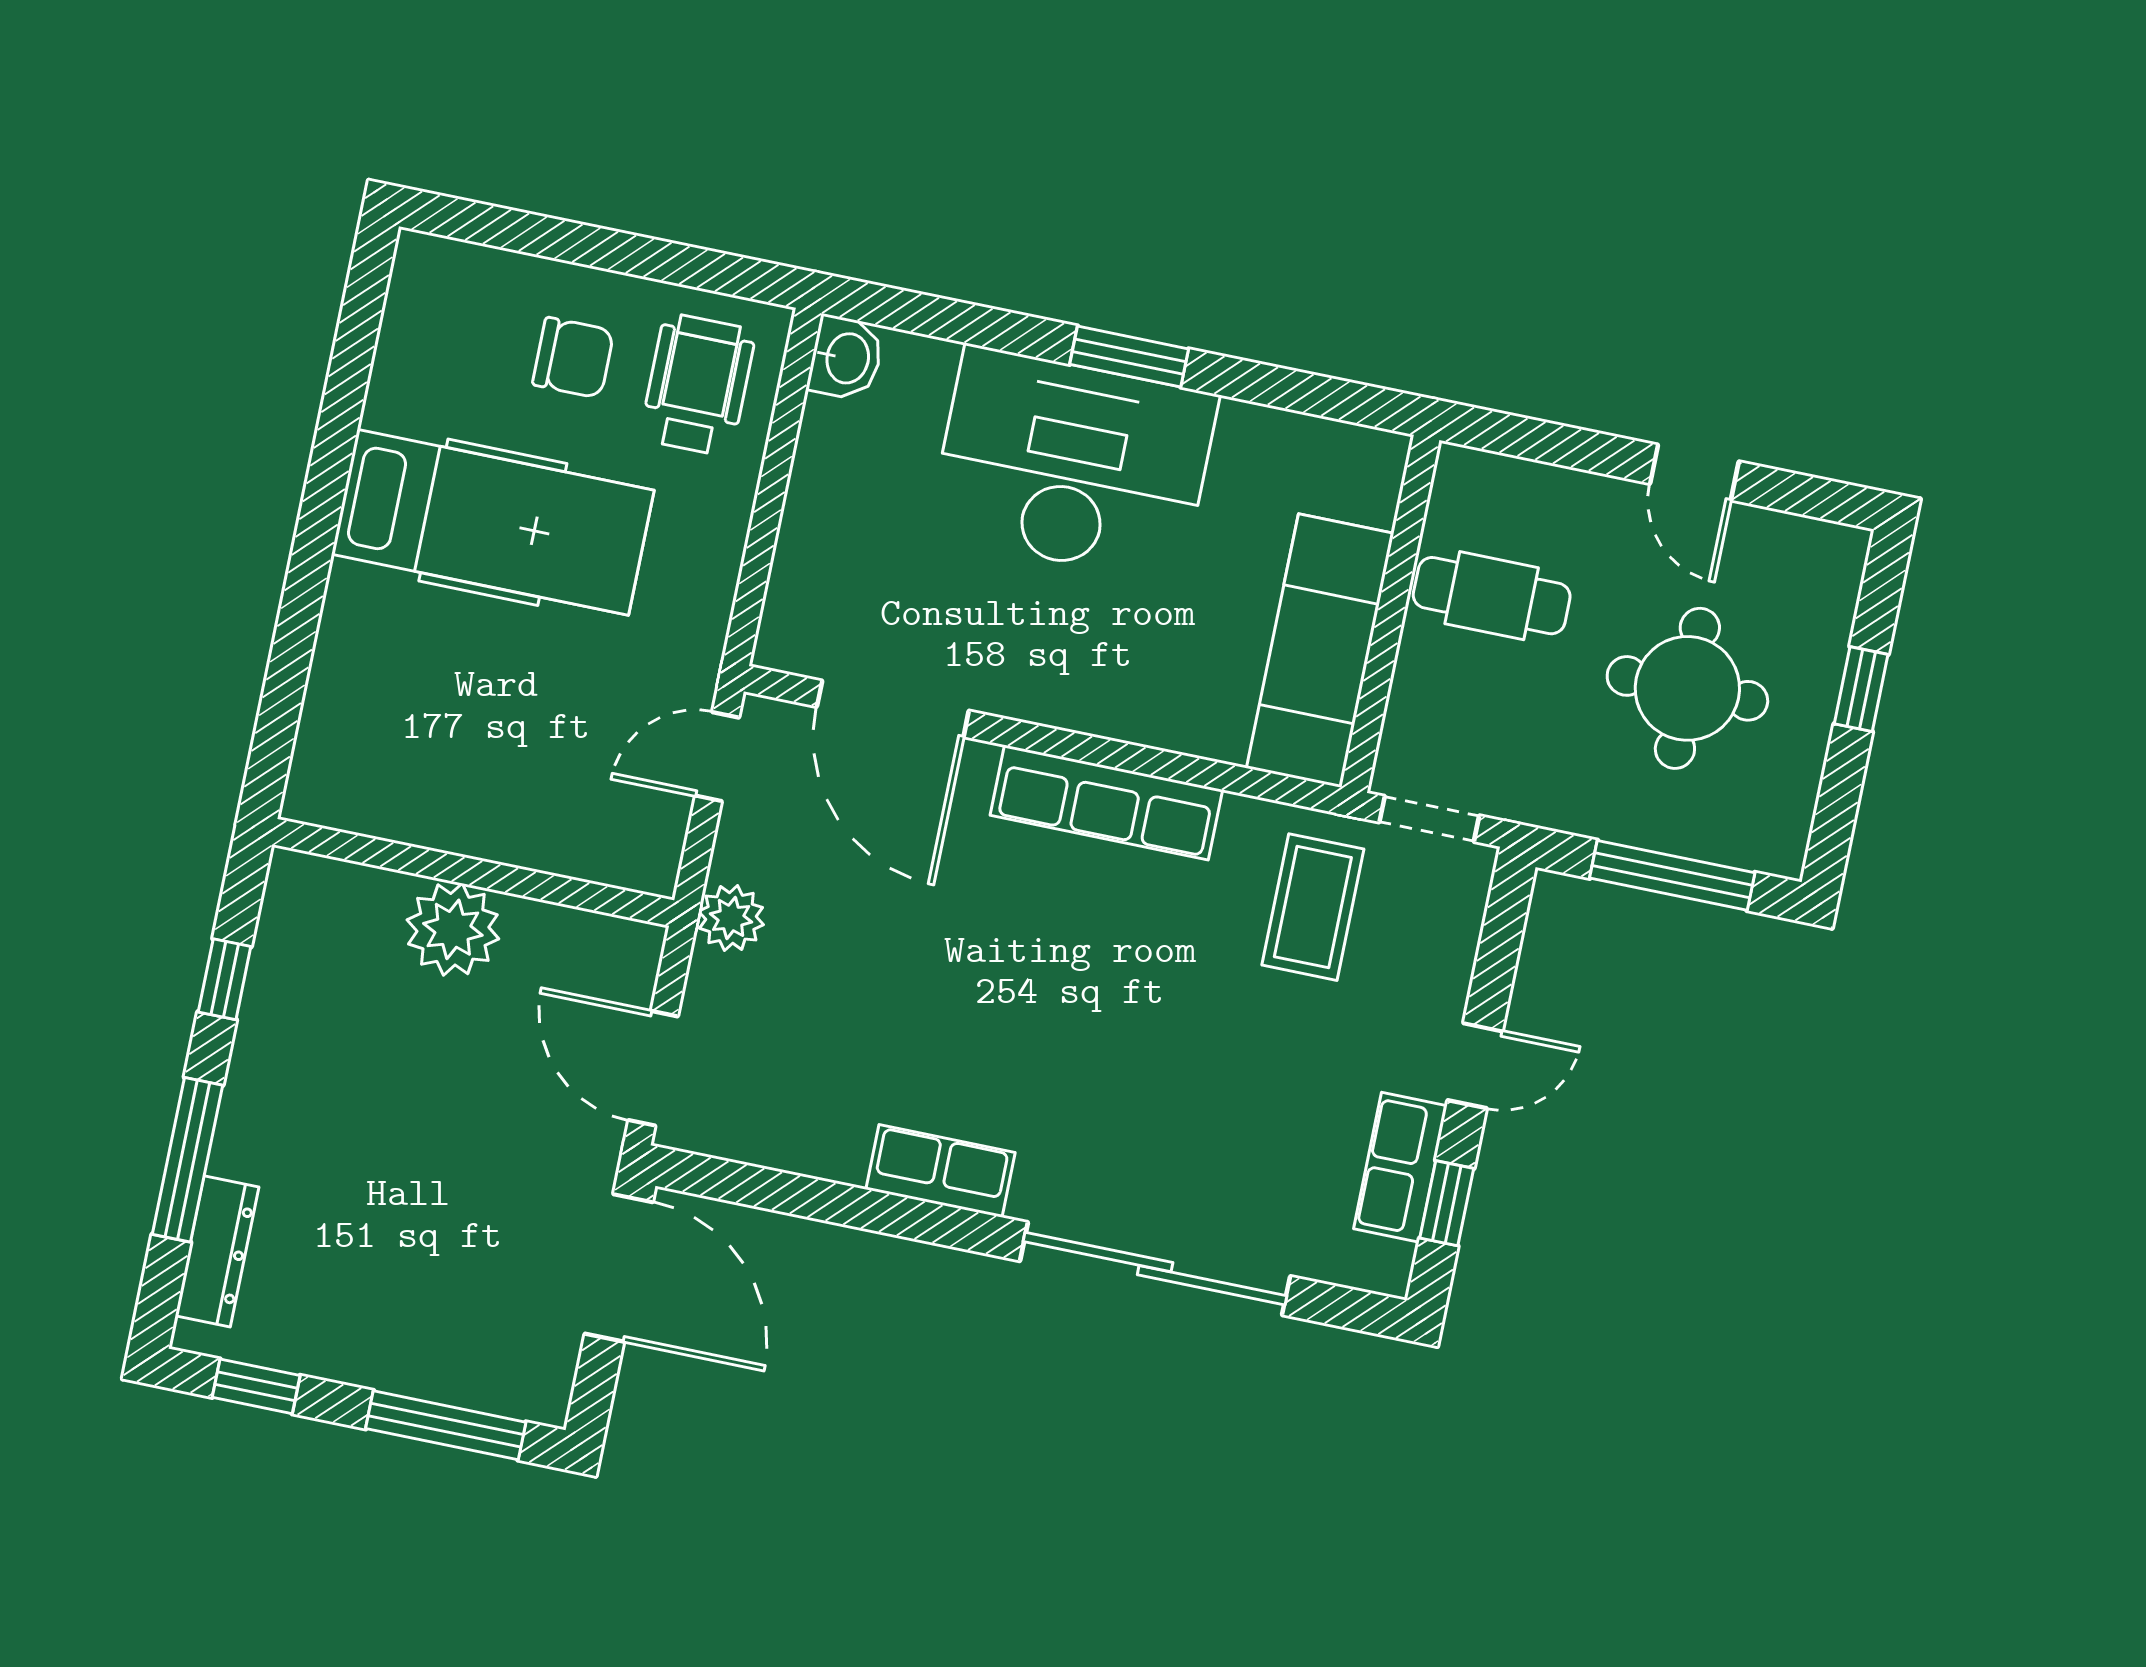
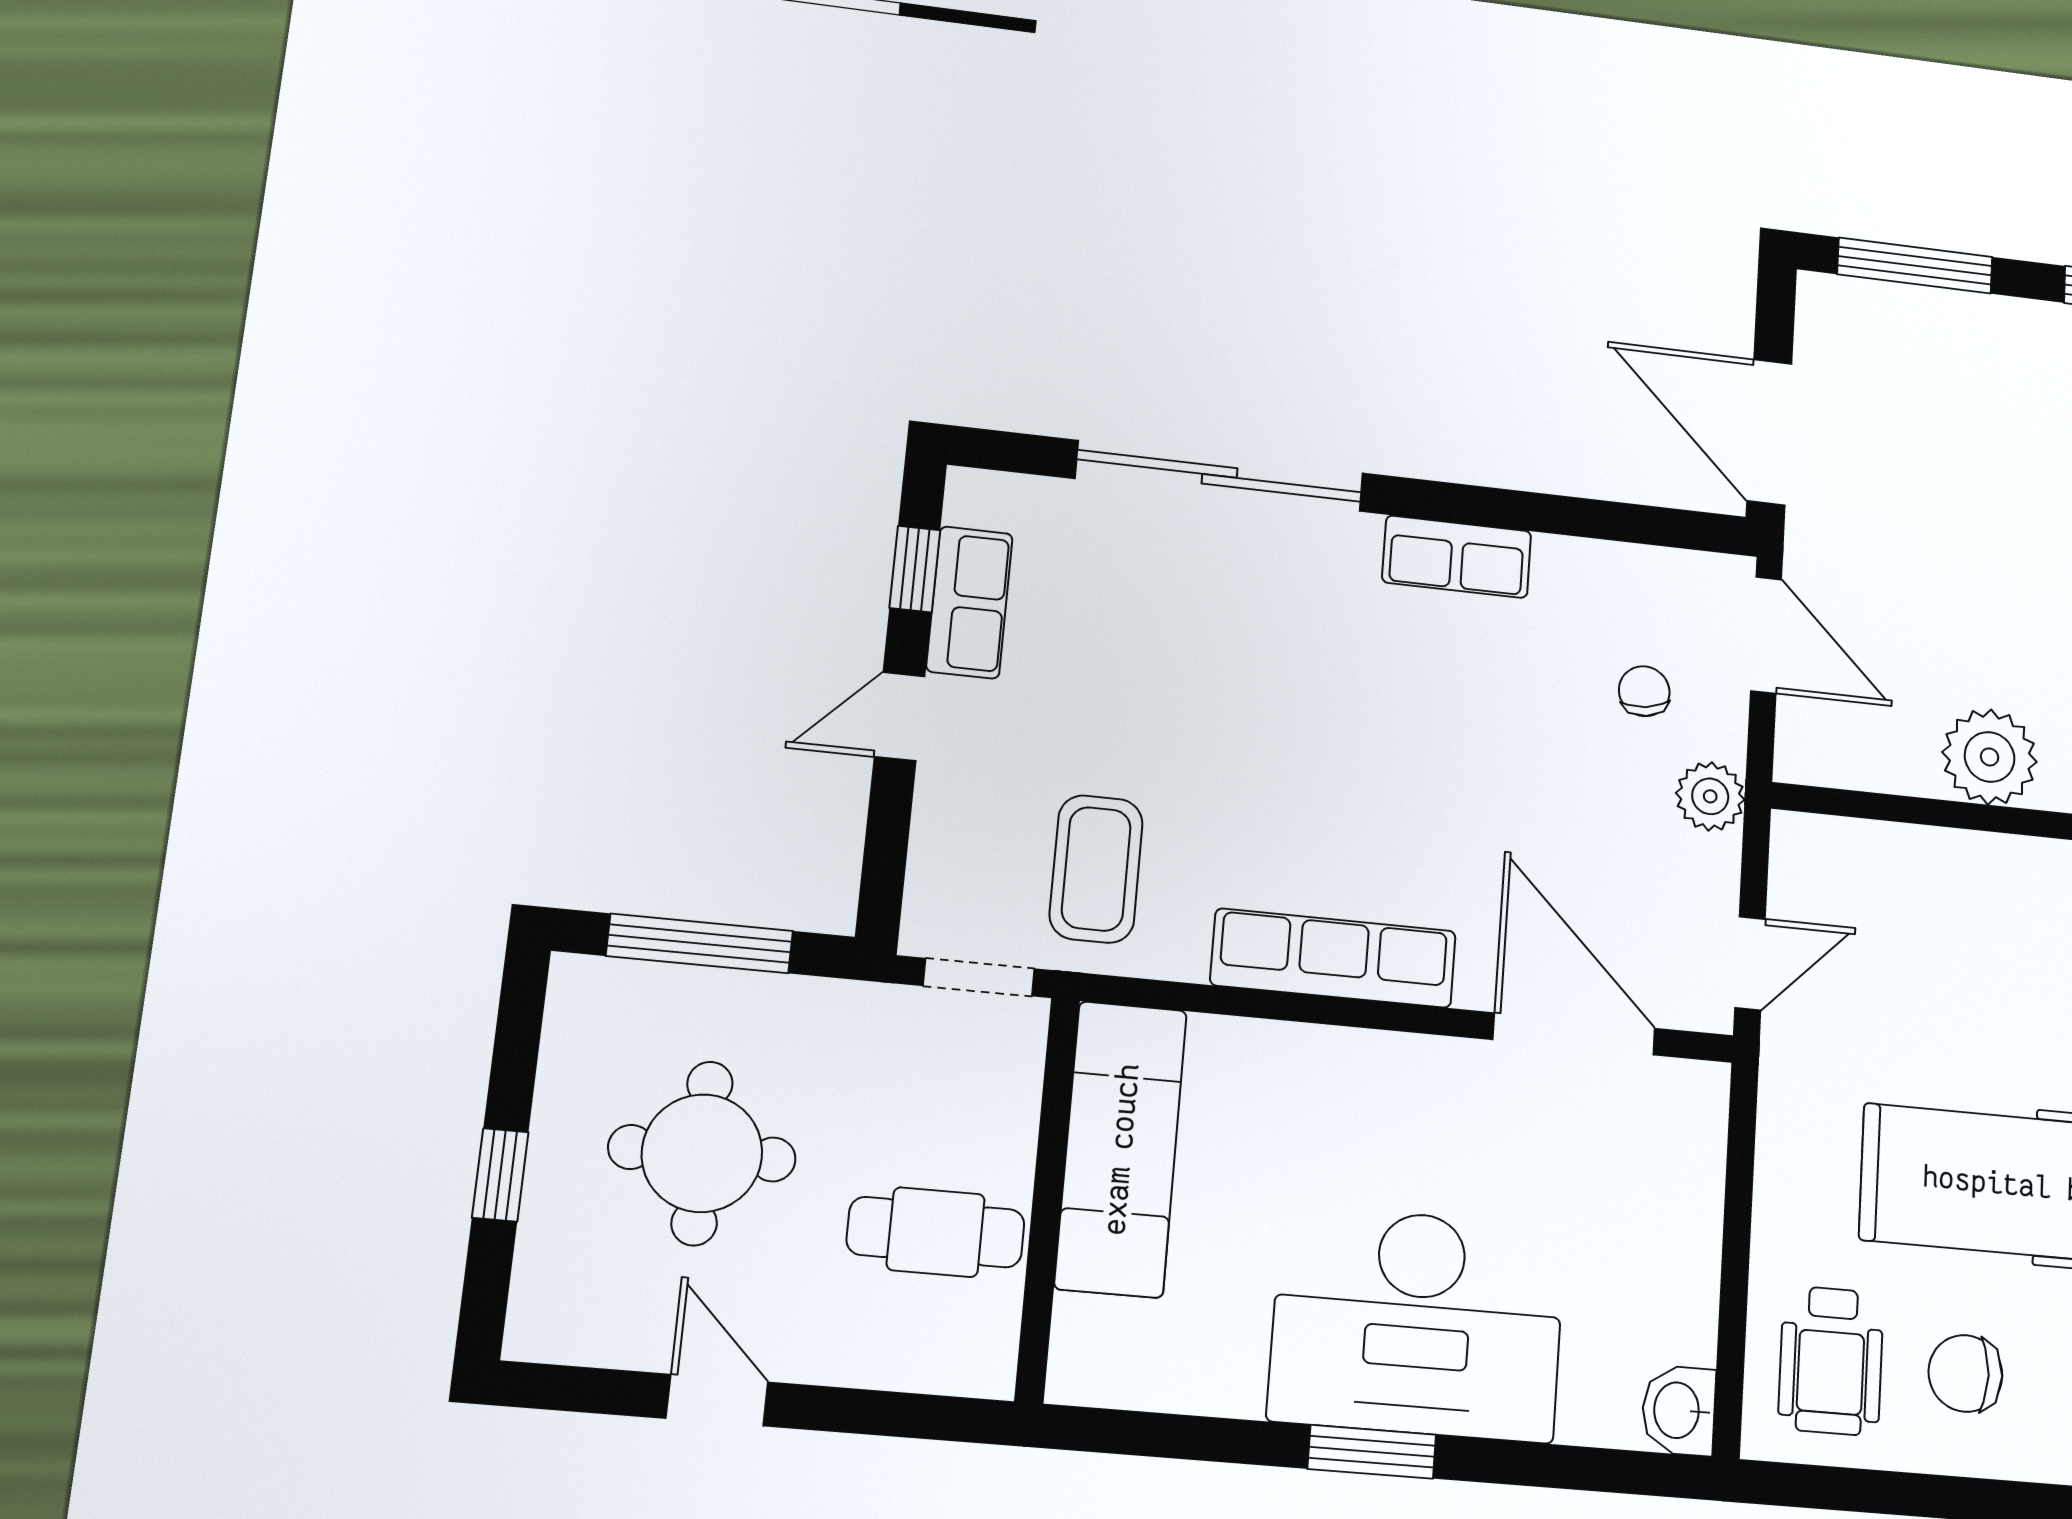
chair: (779, 1025) -> (1644, 691), added

